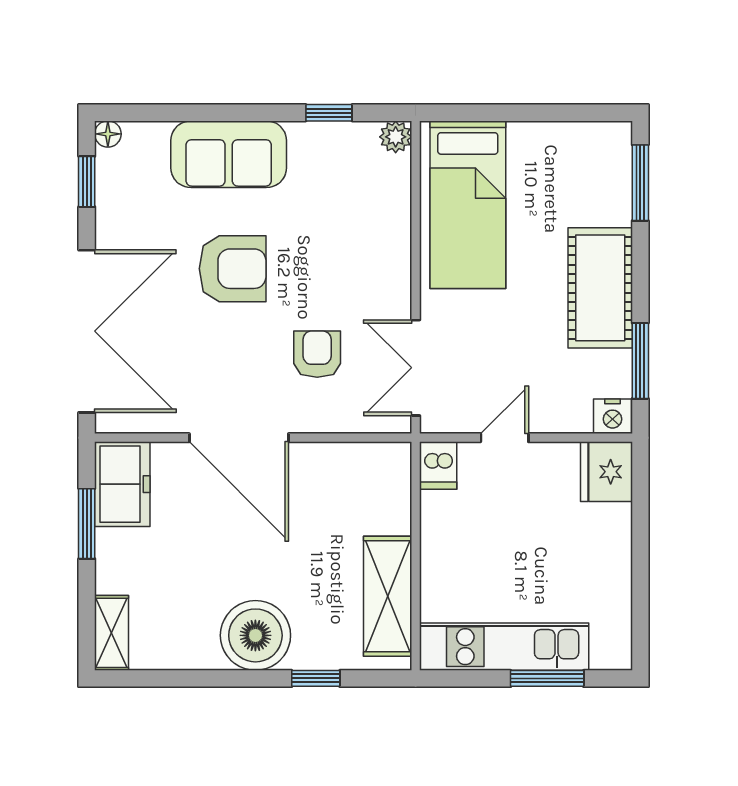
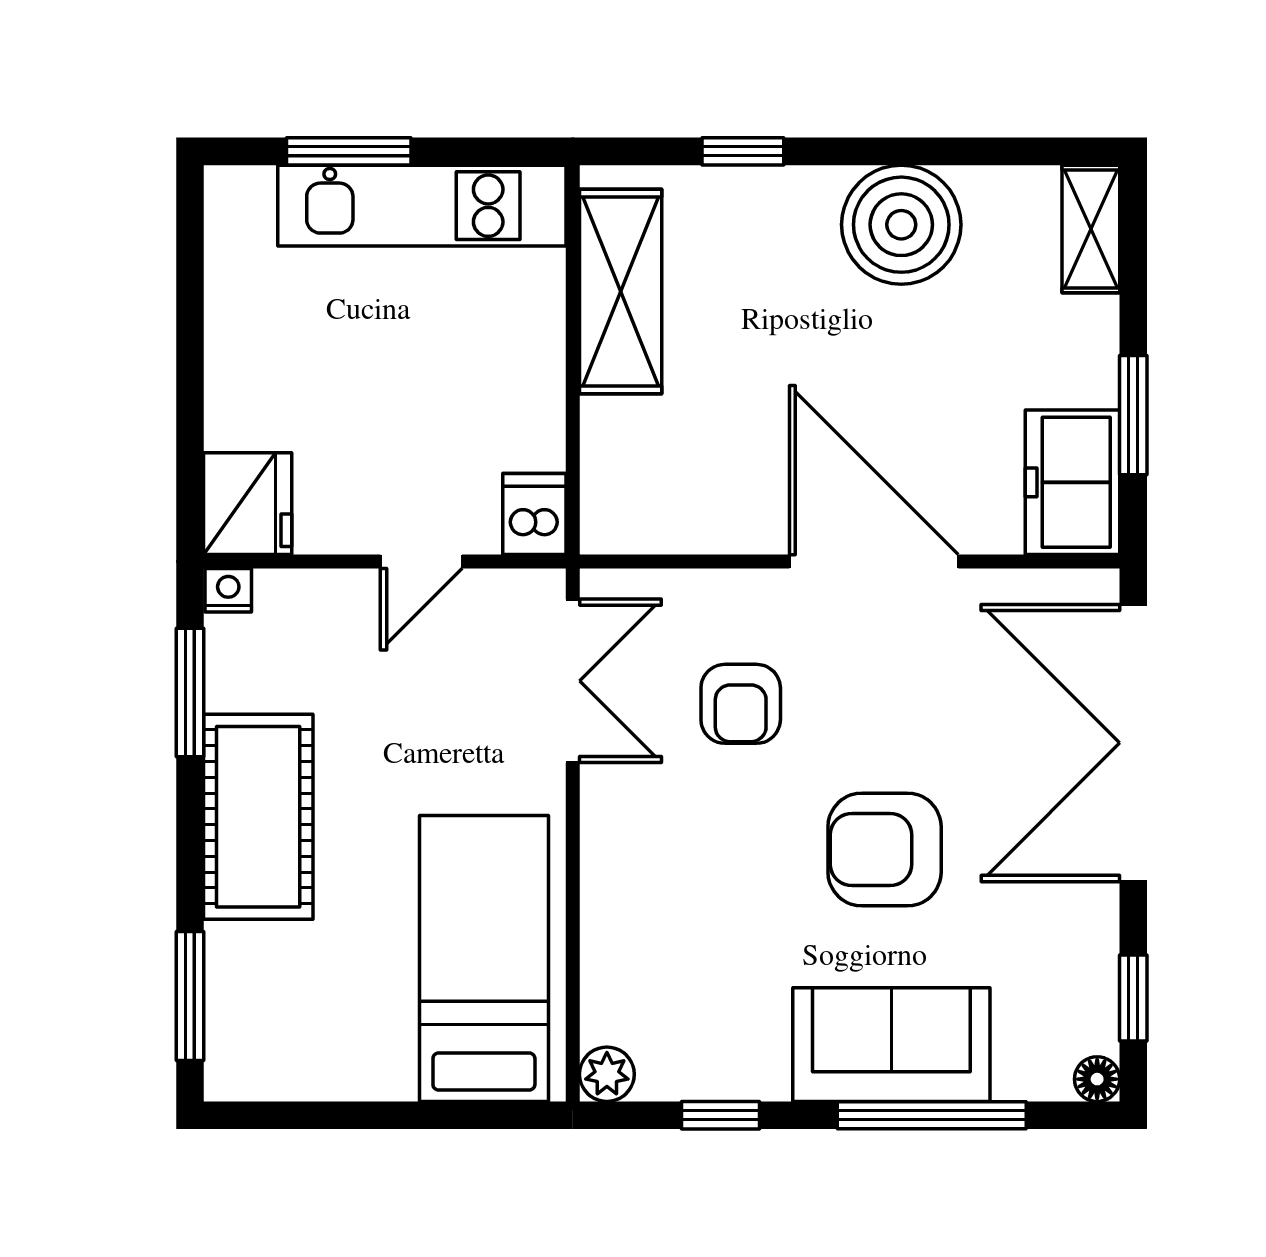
window: (205, 113) -> (932, 1115), added
nightstand: (613, 416) -> (228, 590), width x0.72, depth x0.74
boiler: (255, 635) -> (901, 225), moved

